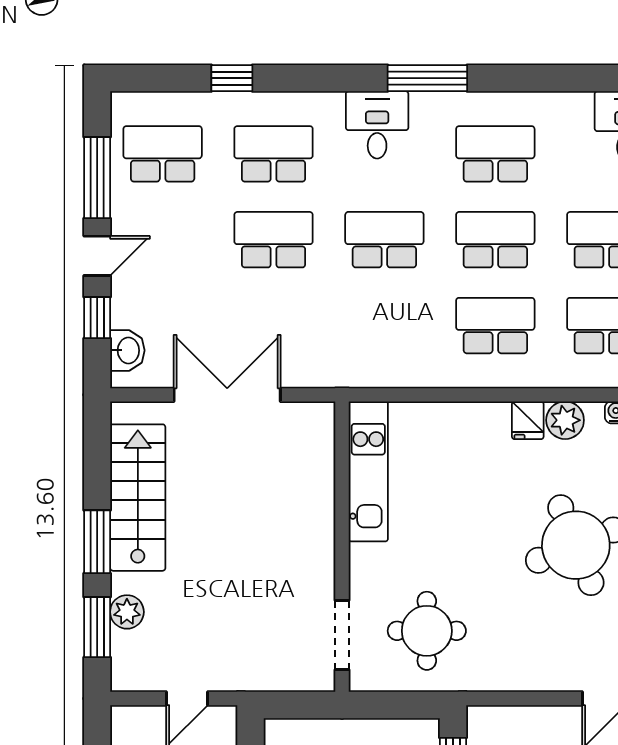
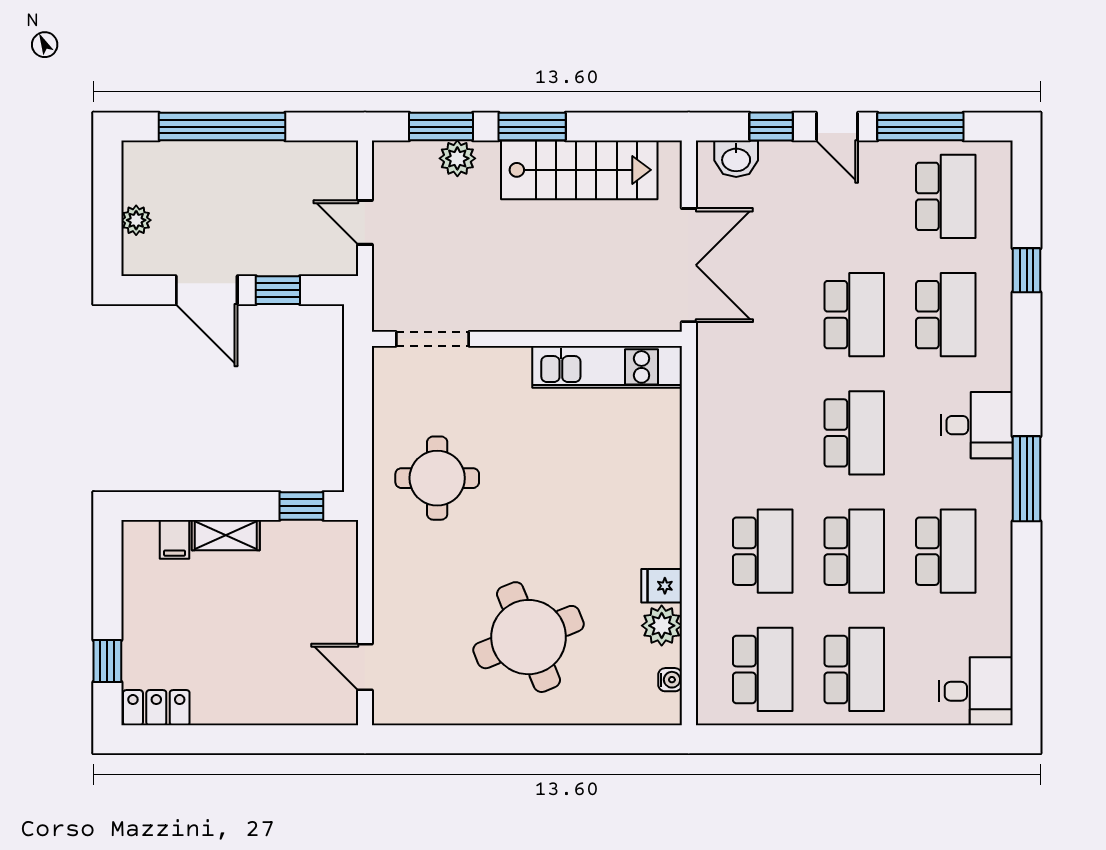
kitchen unit: (368, 471) -> (607, 367), moved
wall: (342, 547) -> (527, 339), moved
doorway: (342, 635) -> (433, 339), moved

